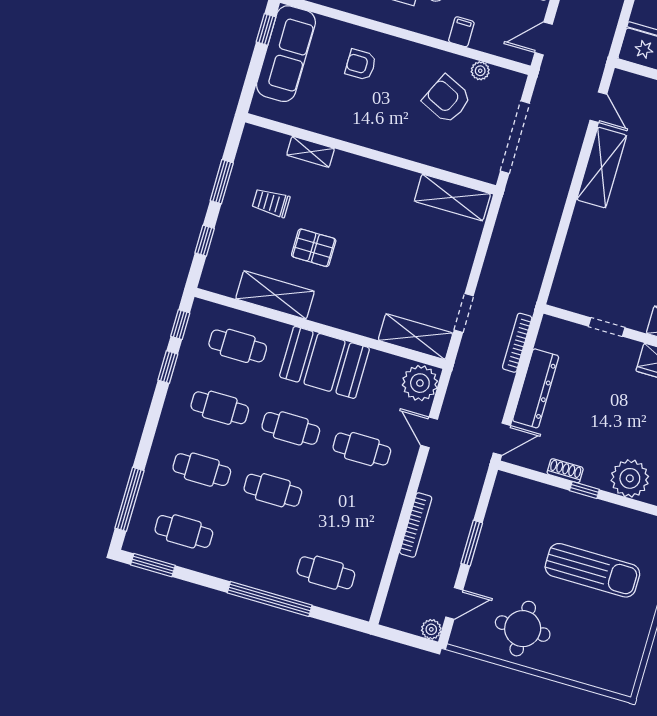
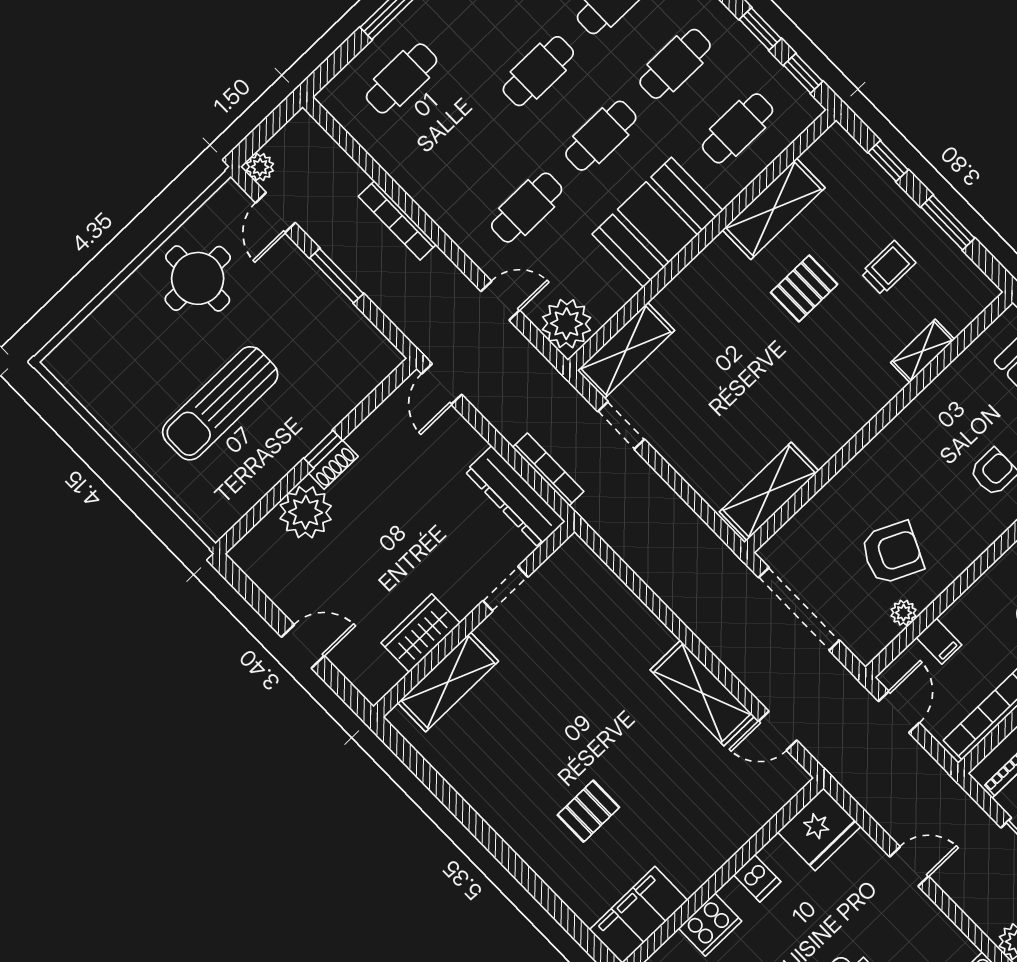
filing cabinet: (461, 32) -> (939, 641), moved
dresser: (536, 388) -> (515, 497), moved
shoe rack: (565, 471) -> (333, 465), moved

